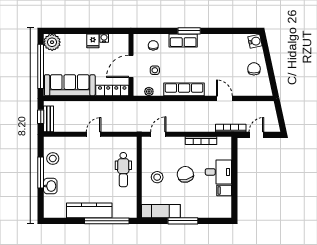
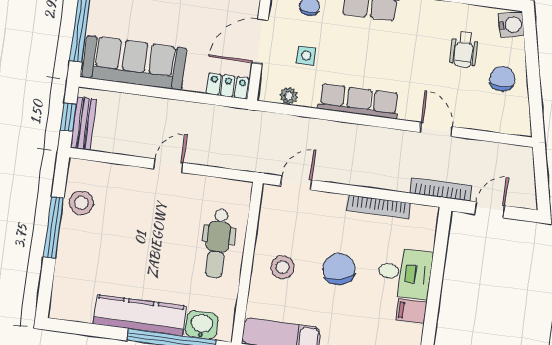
wheelchair: (233, 57) -> (464, 50), added
locker: (112, 91) -> (228, 86), width x0.66
washbasin: (50, 186) -> (202, 325), moved, turned -90

